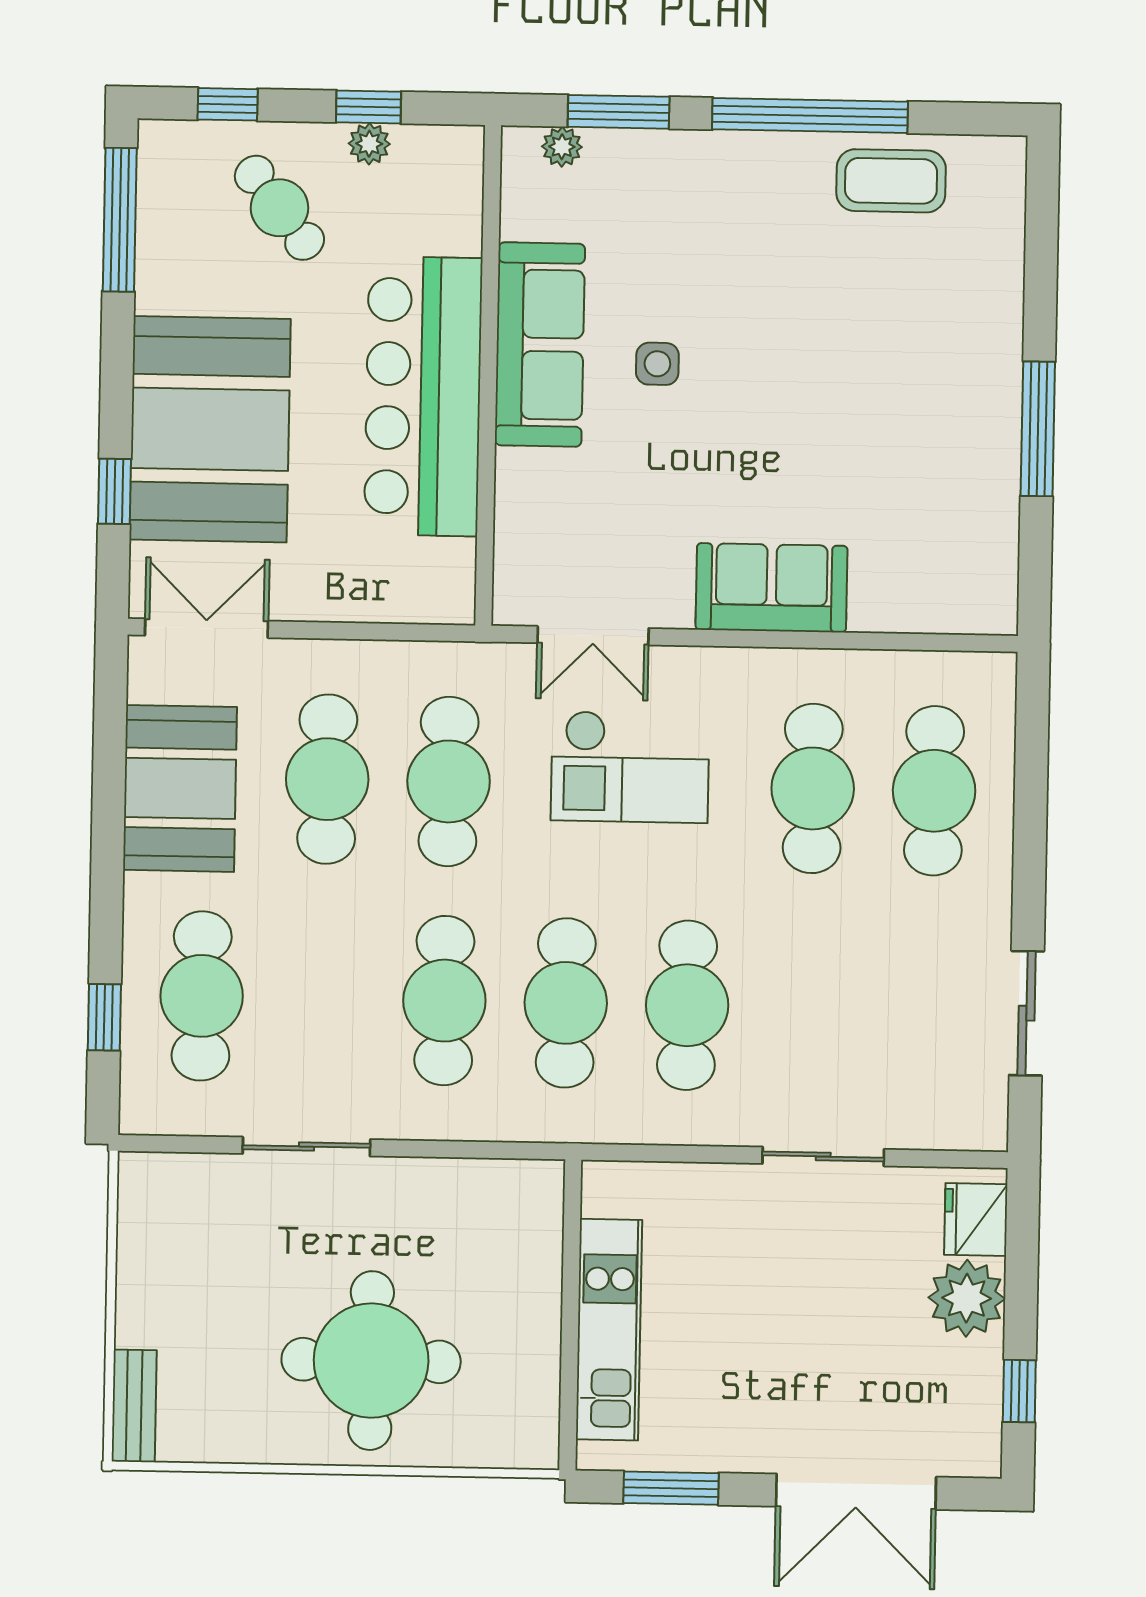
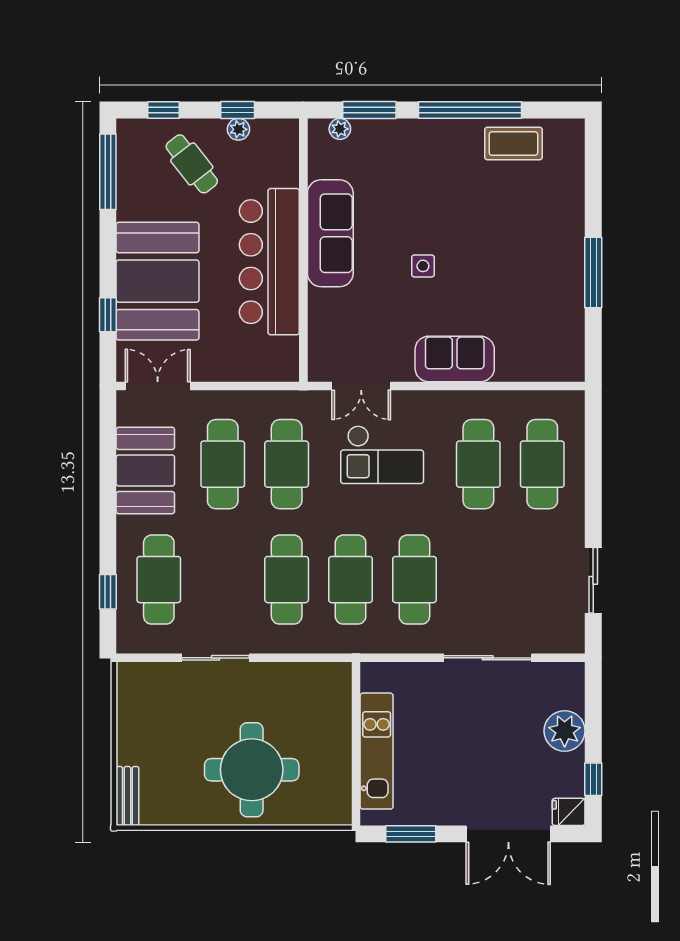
side table: (657, 364) -> (423, 266), moved
sliding door: (823, 1156) -> (488, 658), width x1.37
fridge: (976, 1220) -> (569, 812), moved, width x0.72

